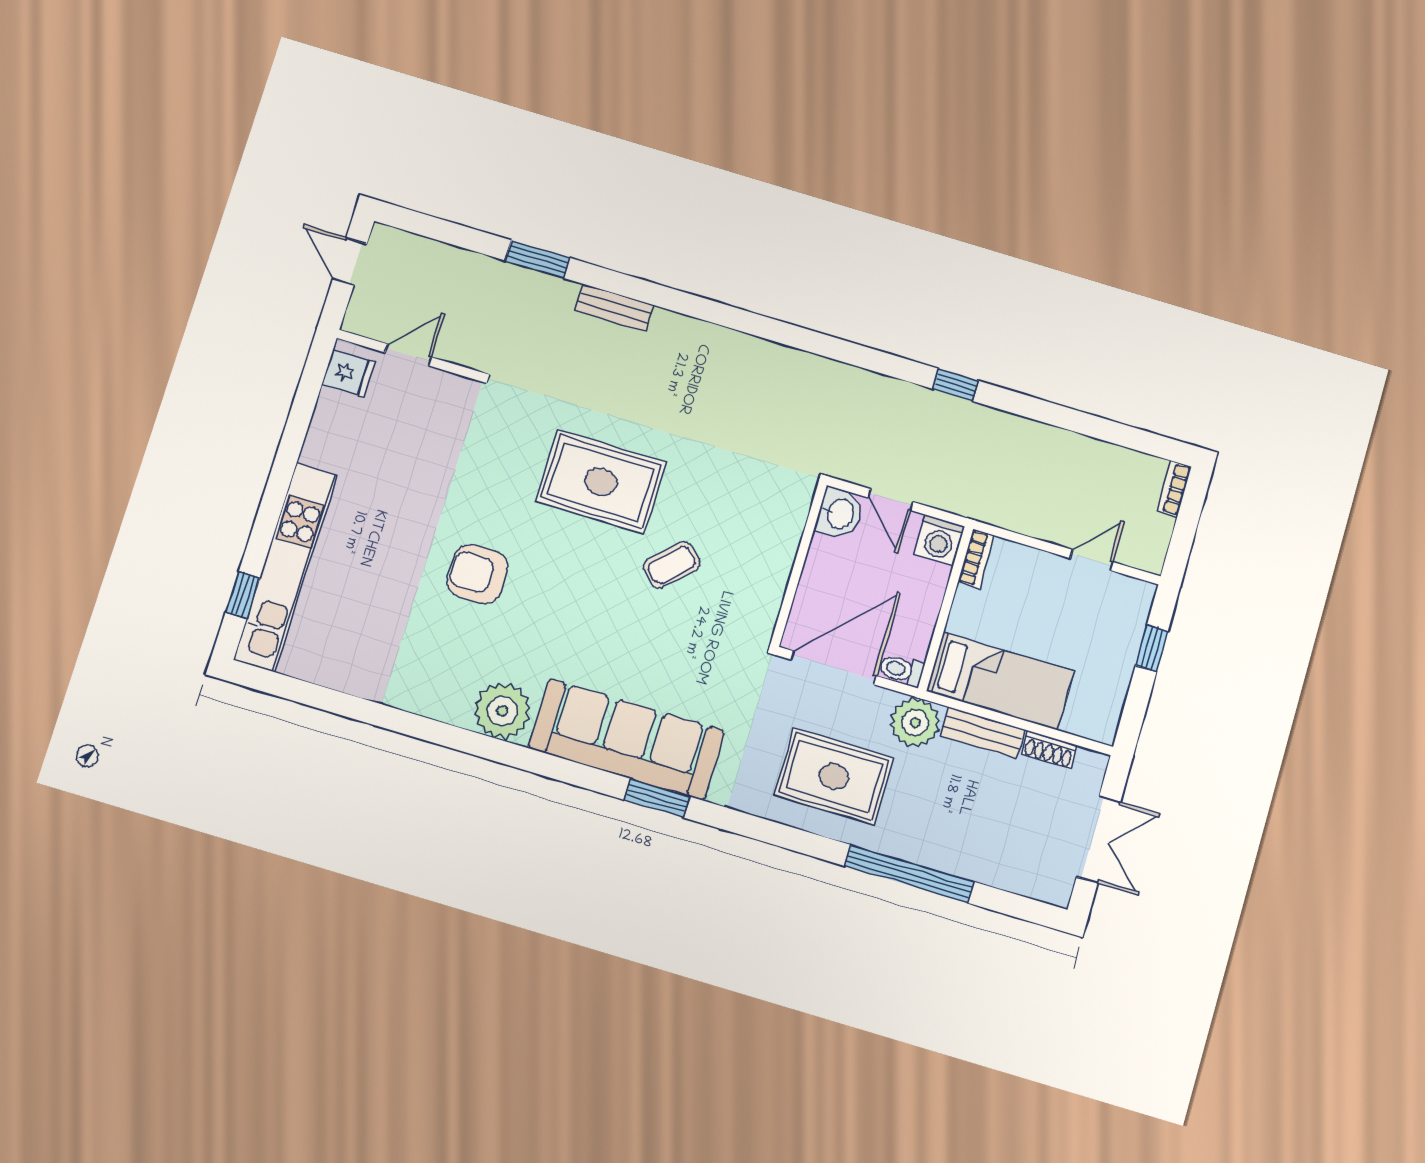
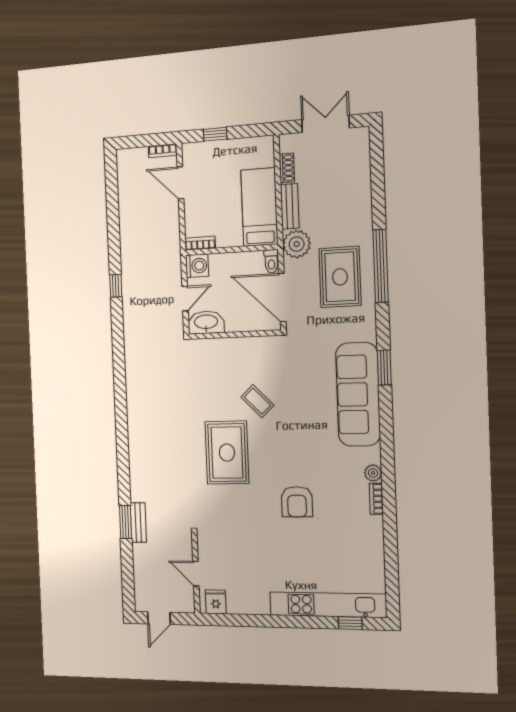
bench: (614, 308) -> (138, 522), moved
bookcase: (1174, 489) -> (163, 151), moved
washbasin: (839, 513) -> (206, 322), width x1.38
door: (1091, 560) -> (180, 183), width x1.38
bookcase: (441, 710) -> (376, 499), added
plant: (502, 711) -> (373, 473), width x0.53, depth x0.53
window: (909, 874) -> (381, 266), moved

